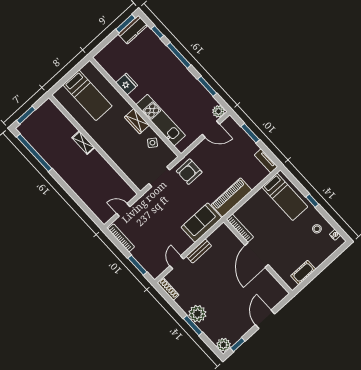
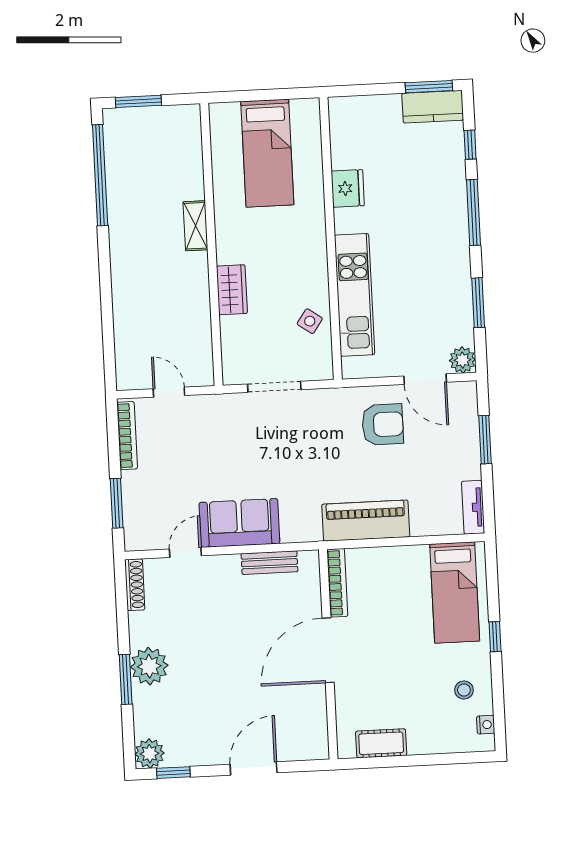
wardrobe: (137, 121) -> (232, 290), moved, turned 180
armchair: (189, 172) -> (383, 424), moved, turned 180
sofa: (201, 223) -> (239, 523), moved
bench: (199, 251) -> (269, 563), moved

